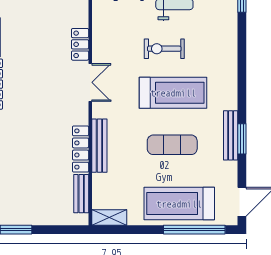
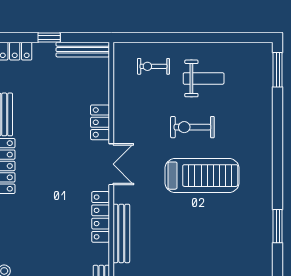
bench: (231, 135) -> (265, 222), removed
exercise mat: (172, 145) -> (201, 233), removed
locker: (81, 149) -> (101, 217), moved

